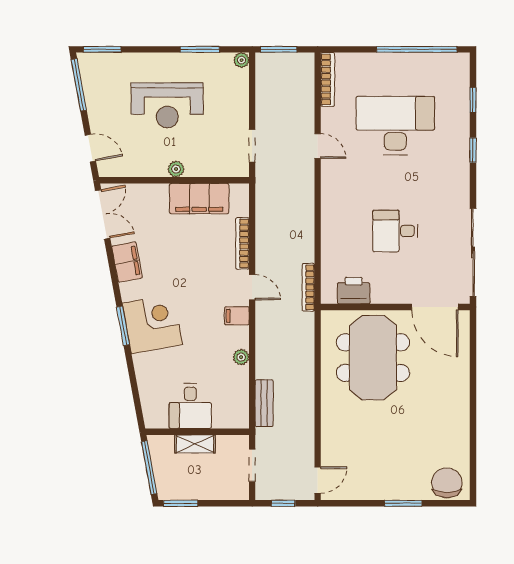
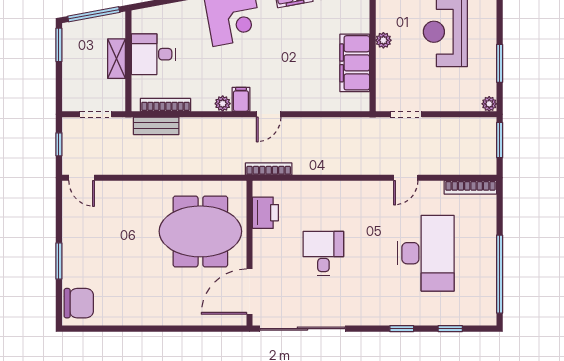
bookcase: (242, 243) -> (165, 105), moved
plant: (241, 357) -> (223, 104), moved

